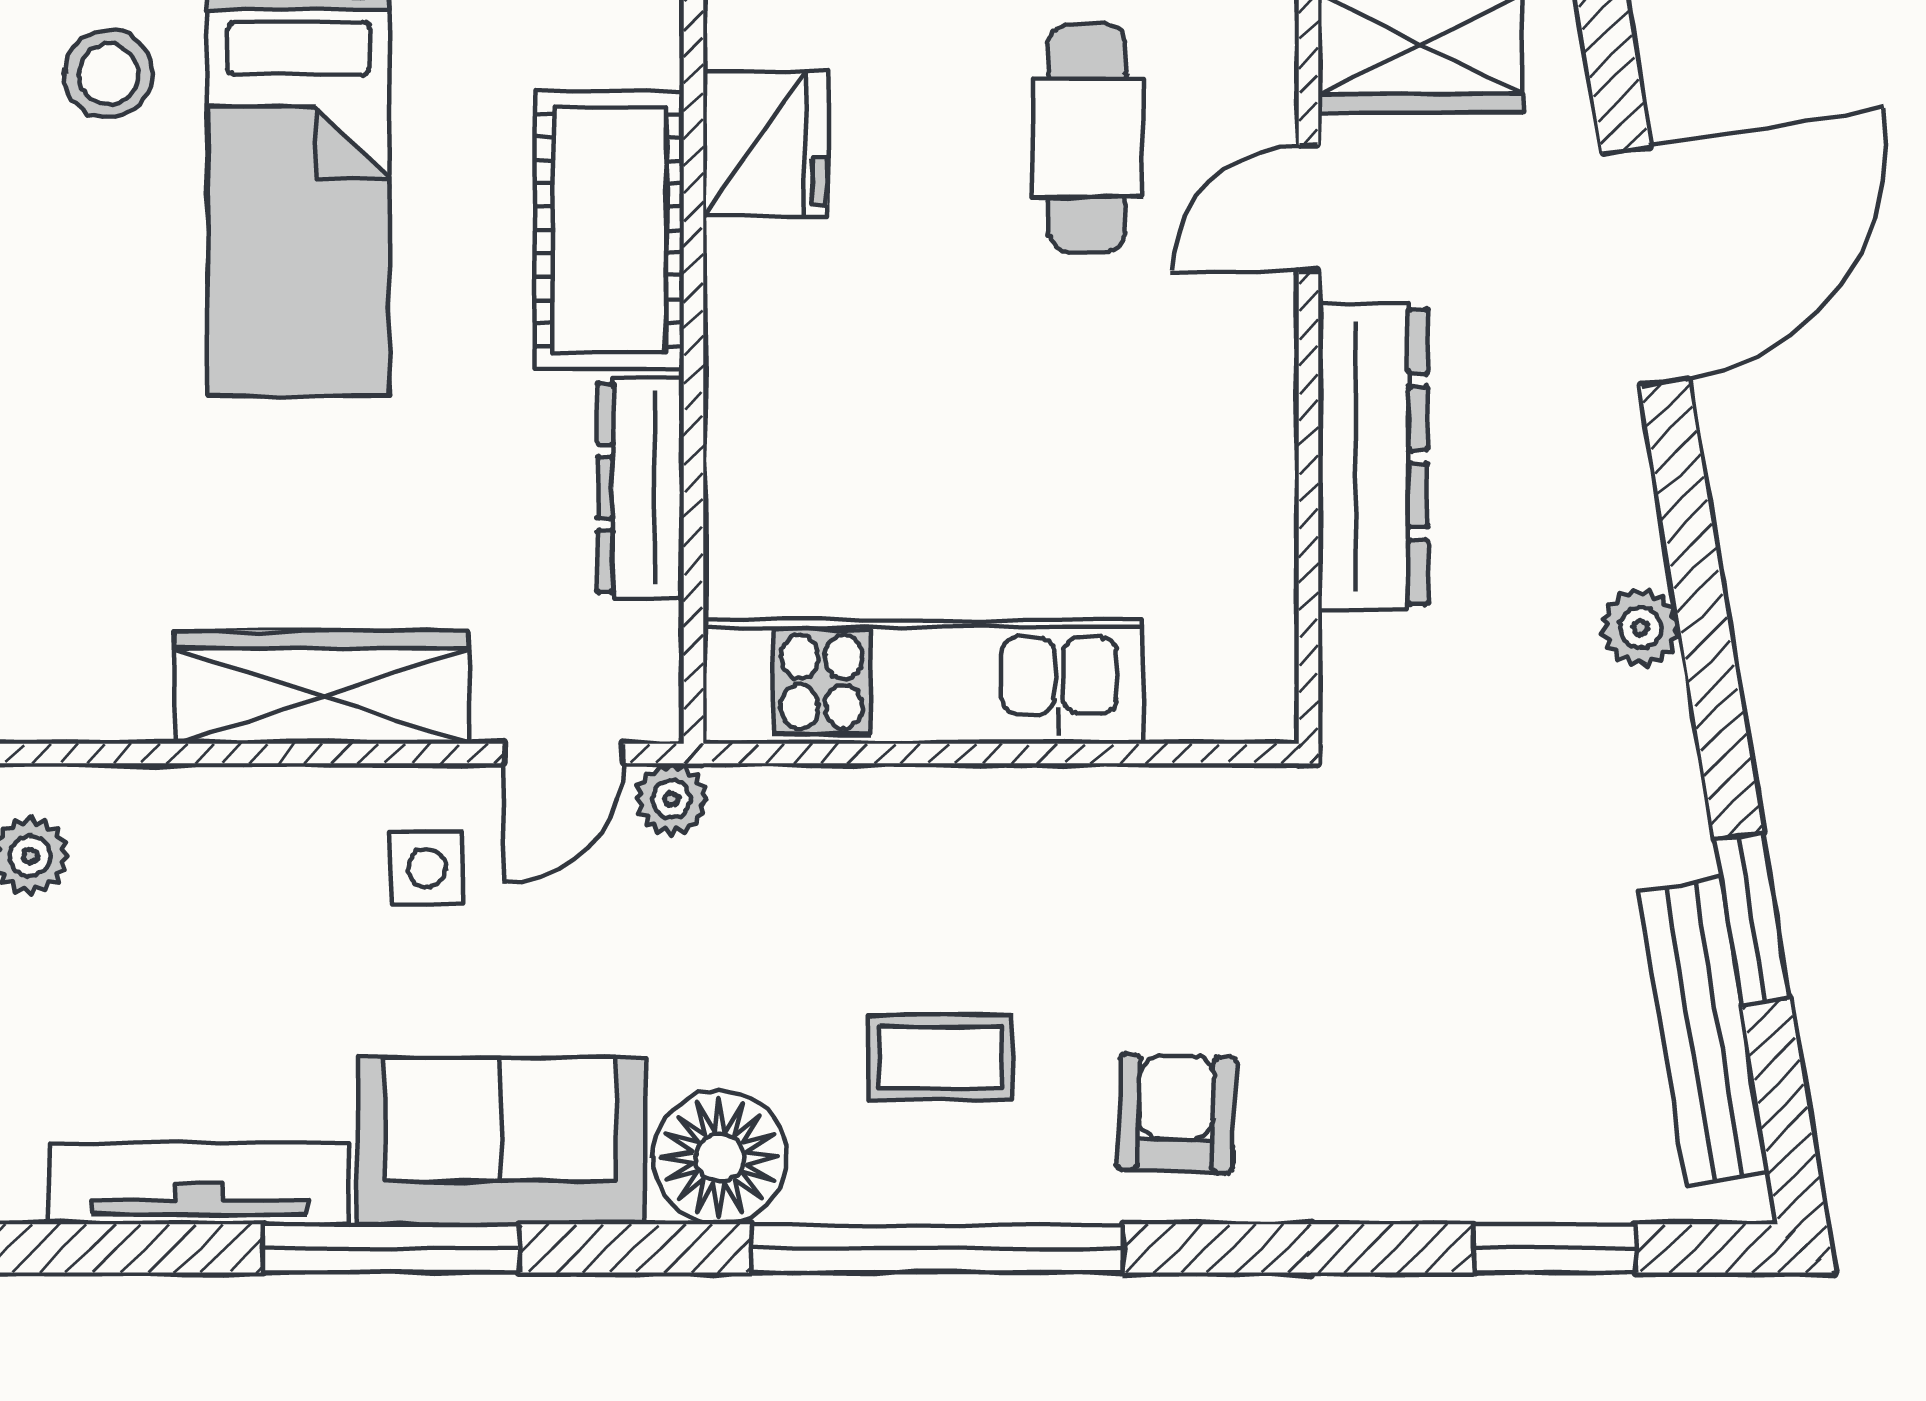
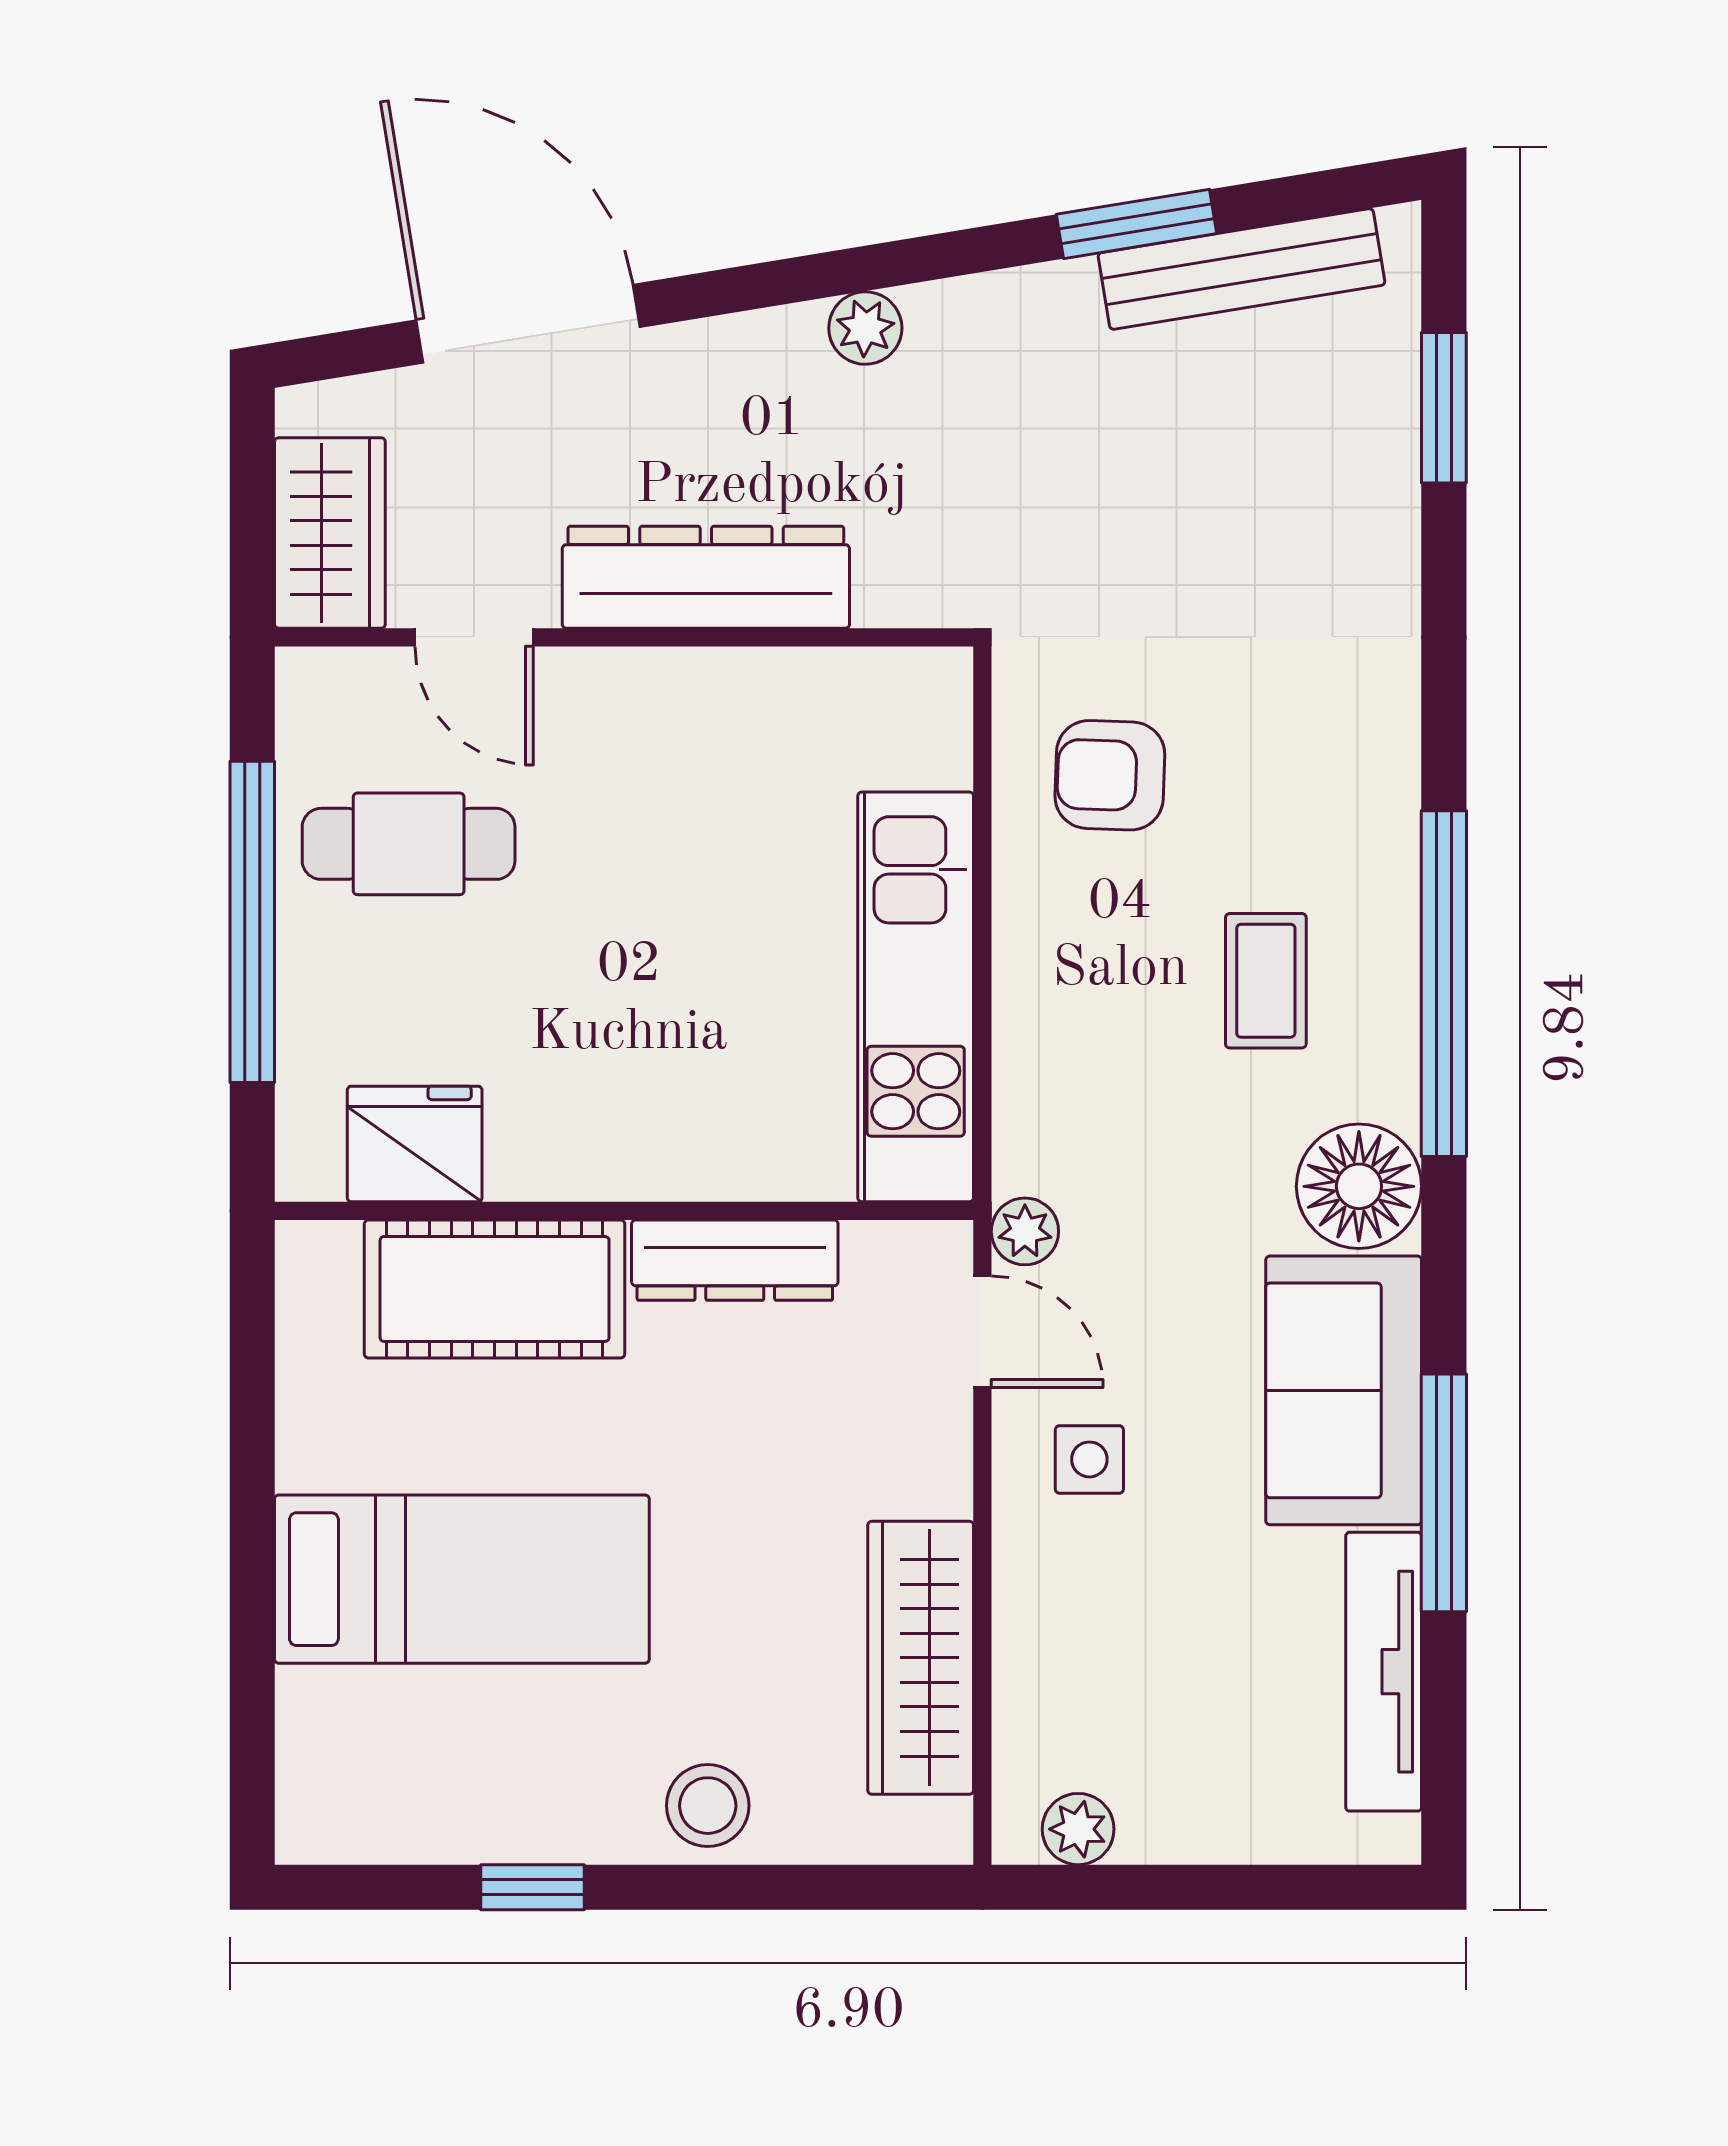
stool: (108, 74) -> (708, 1806), moved
wardrobe: (322, 687) -> (921, 1658), moved
armchair: (1176, 1113) -> (1110, 775), moved

